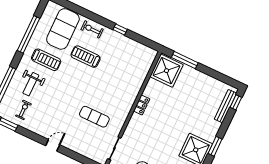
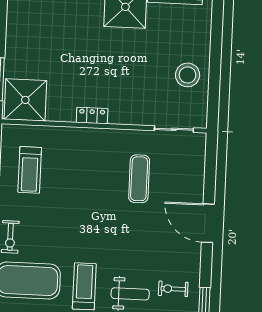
treadmill: (86, 57) -> (30, 170), moved
door: (53, 145) -> (208, 223), width x1.87

